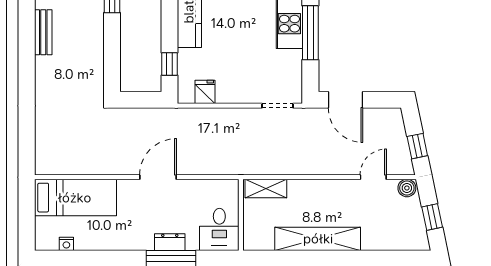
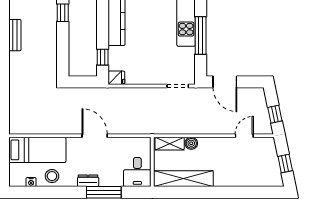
fridge: (205, 92) -> (116, 78), moved, turned 90
door: (158, 177) -> (95, 136), hinge flipped
boiler: (407, 188) -> (191, 143), moved
stool: (96, 235) -> (52, 176), added
shelving: (318, 239) -> (183, 179), moved
dresser: (170, 242) -> (88, 181), moved

